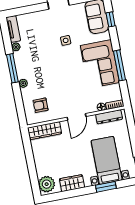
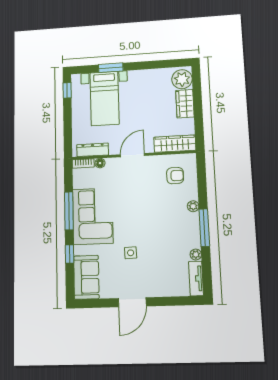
window: (111, 19) -> (70, 254), moved
wardrobe: (72, 183) -> (185, 104), moved, turned 90

